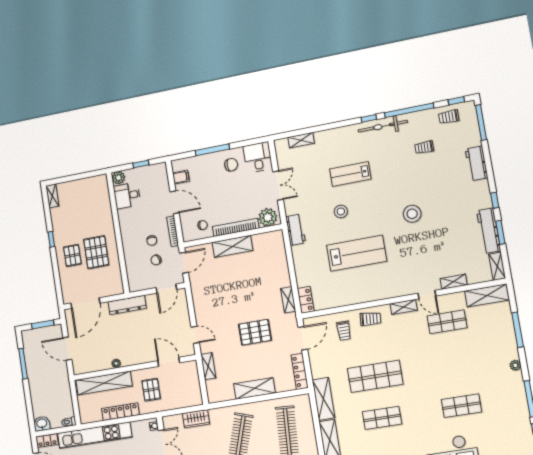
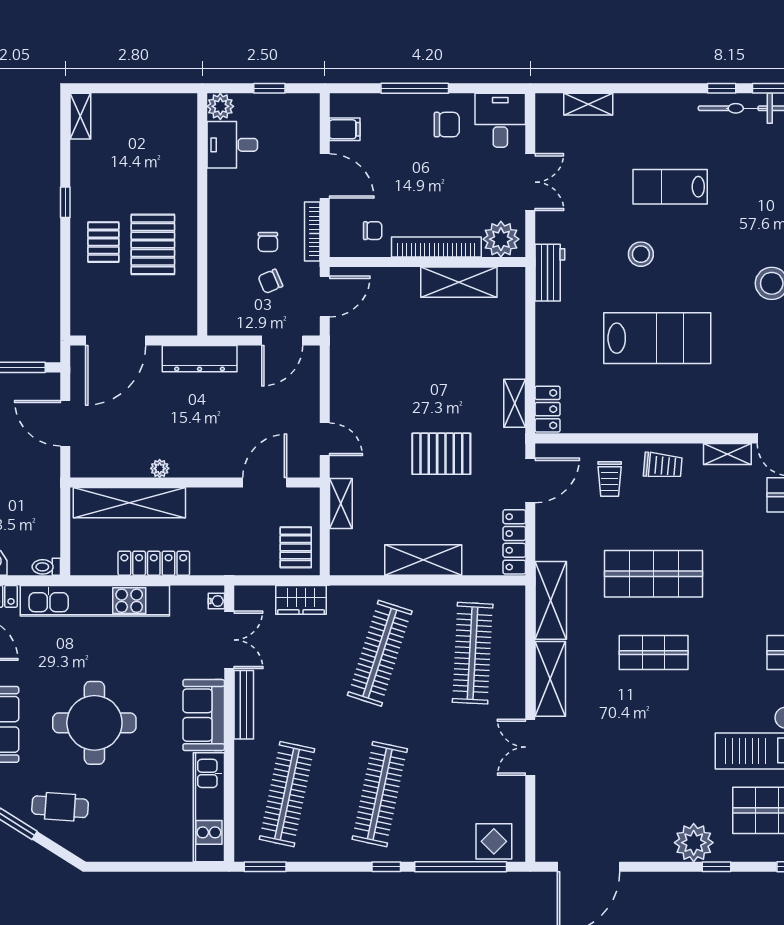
shelving: (232, 246) -> (459, 282), moved
door: (169, 362) -> (265, 482), hinge flipped
pallet: (151, 390) -> (296, 547), moved

